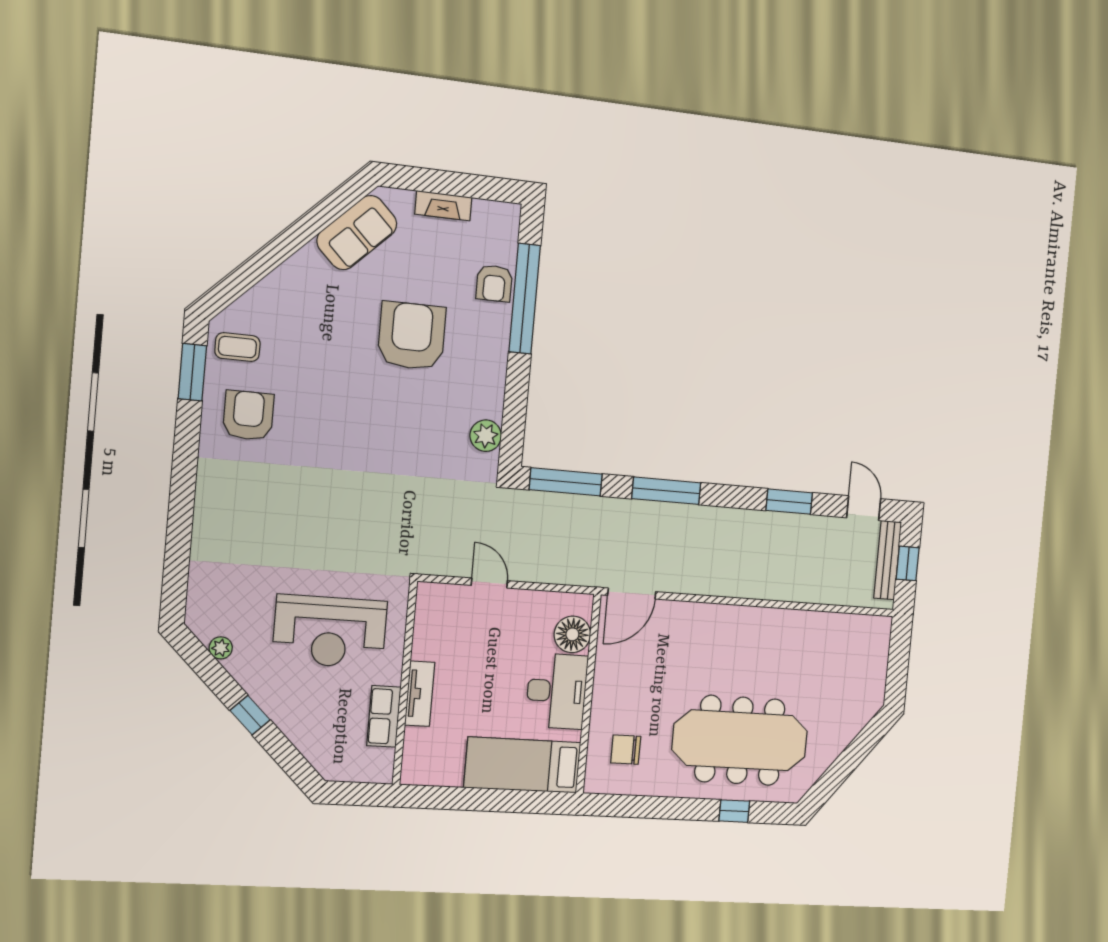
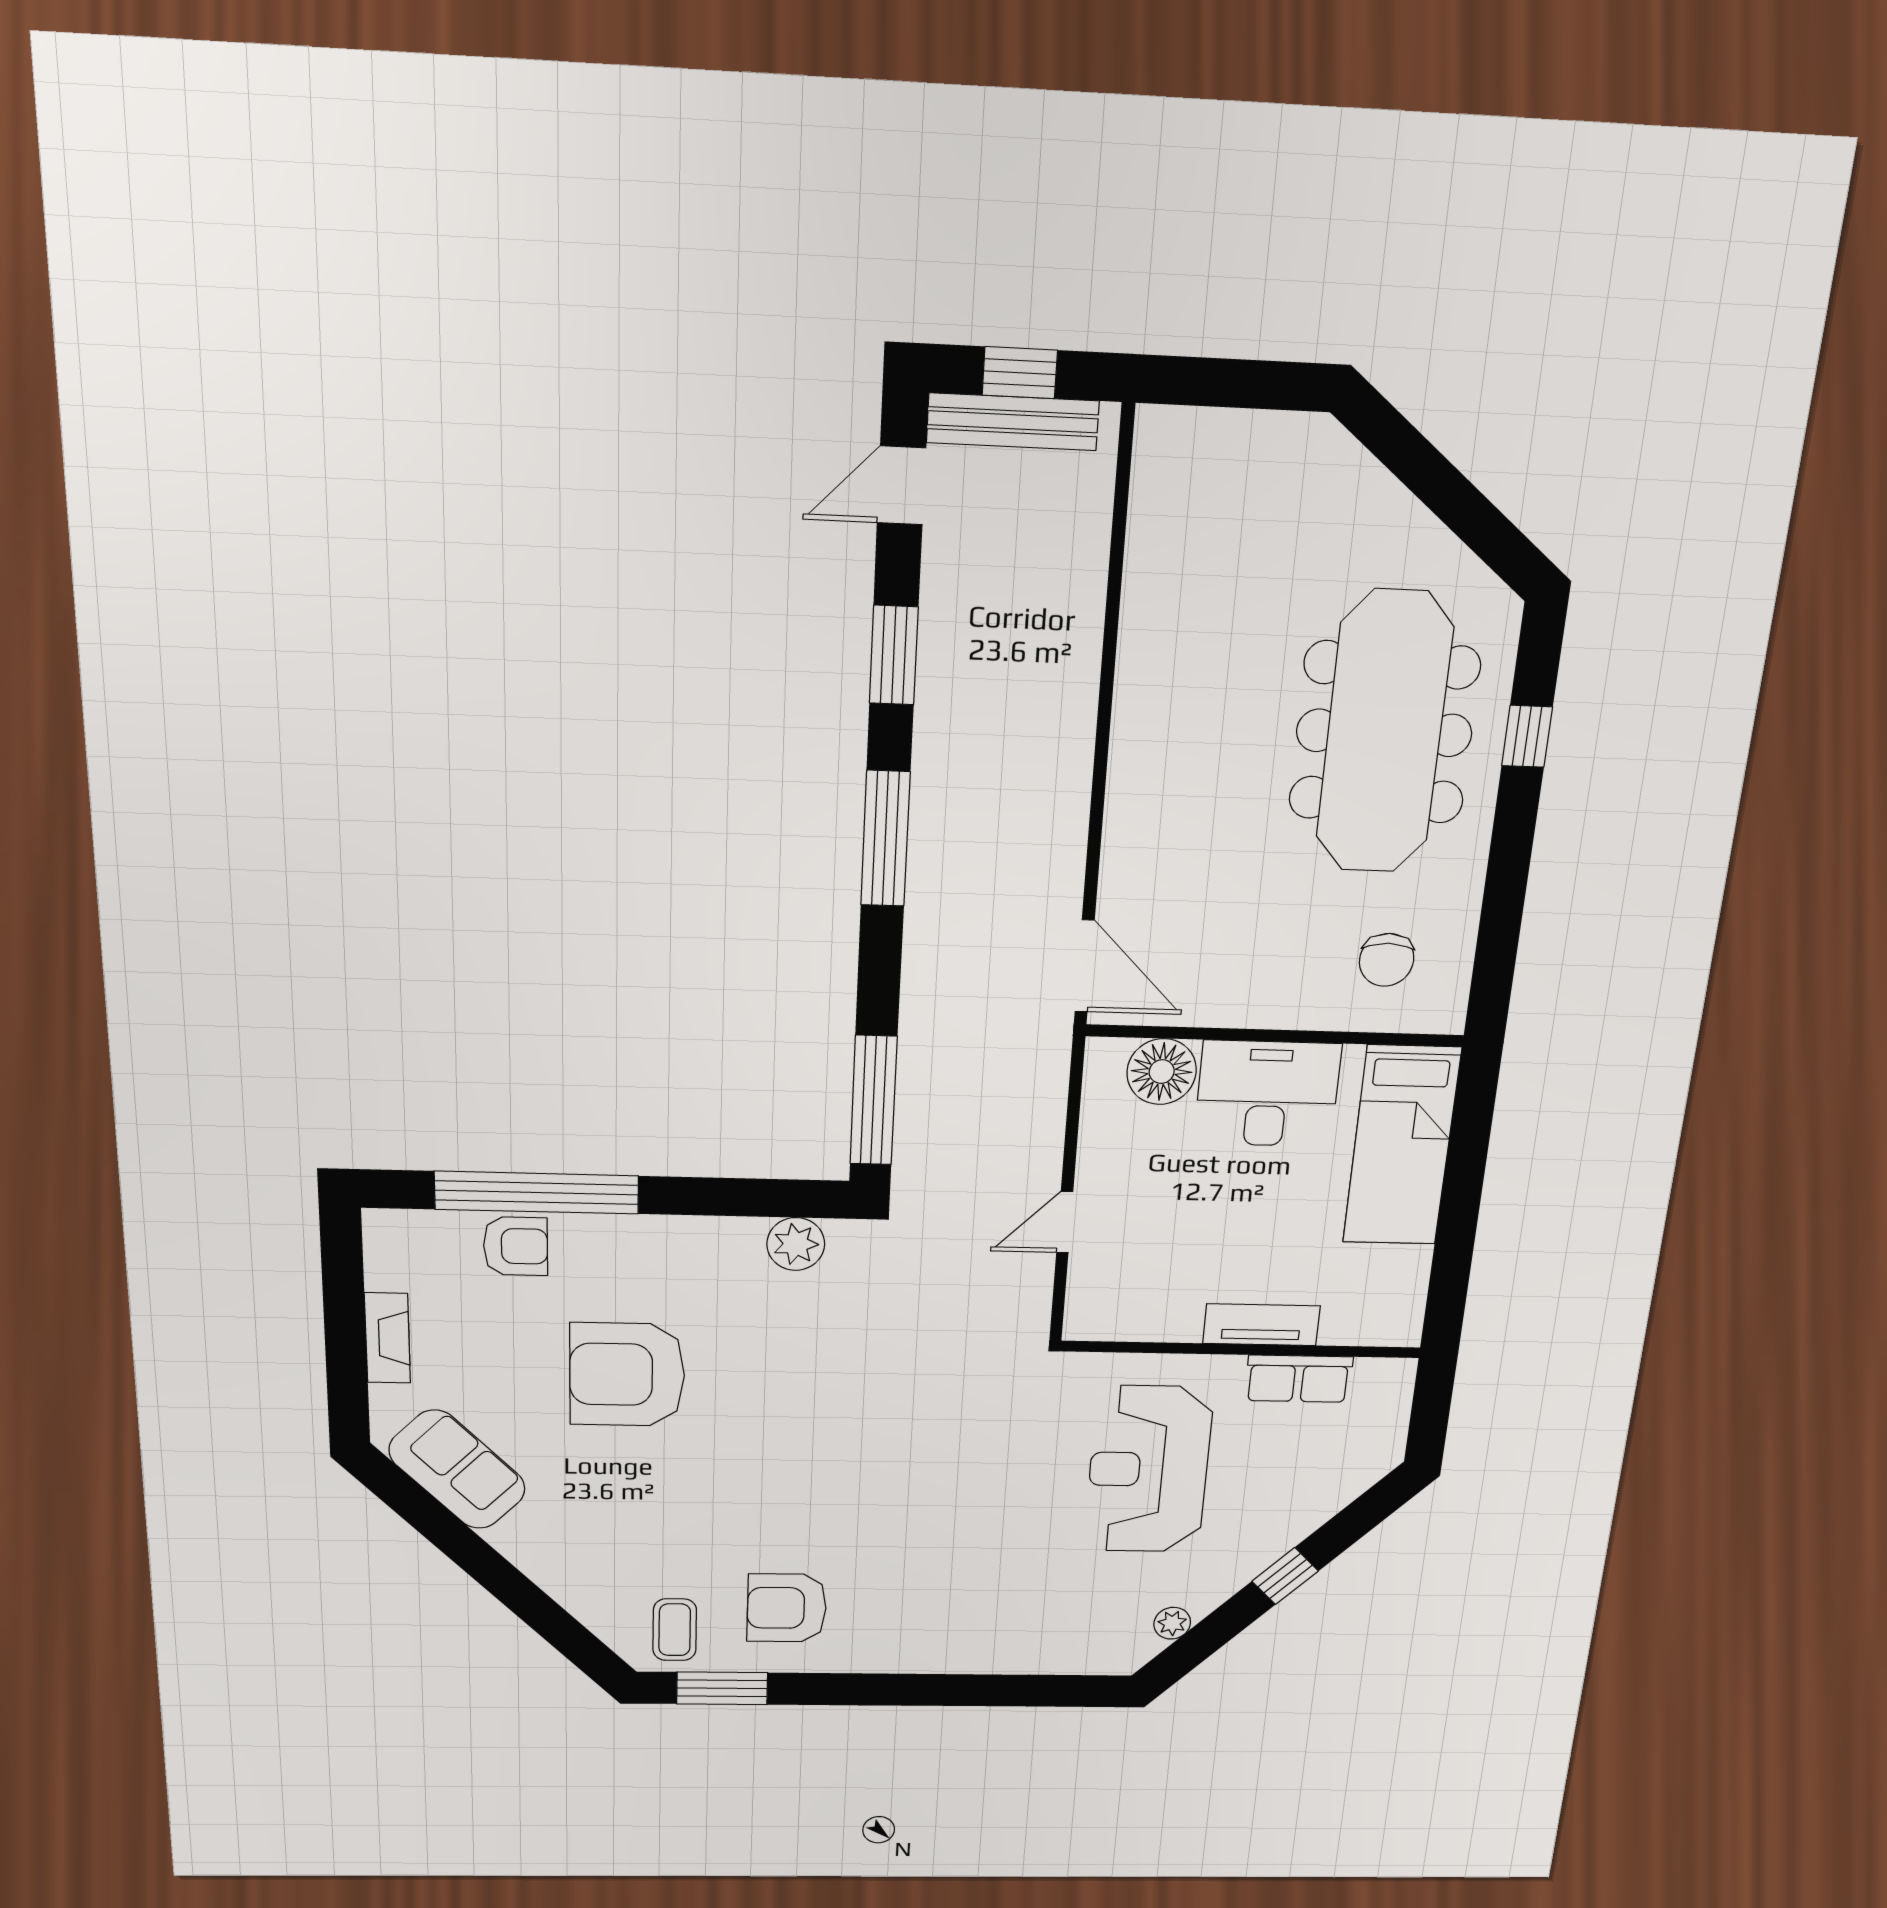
window: (666, 491) -> (885, 839), moved
reception desk: (330, 632) -> (1148, 1469), turned 180

